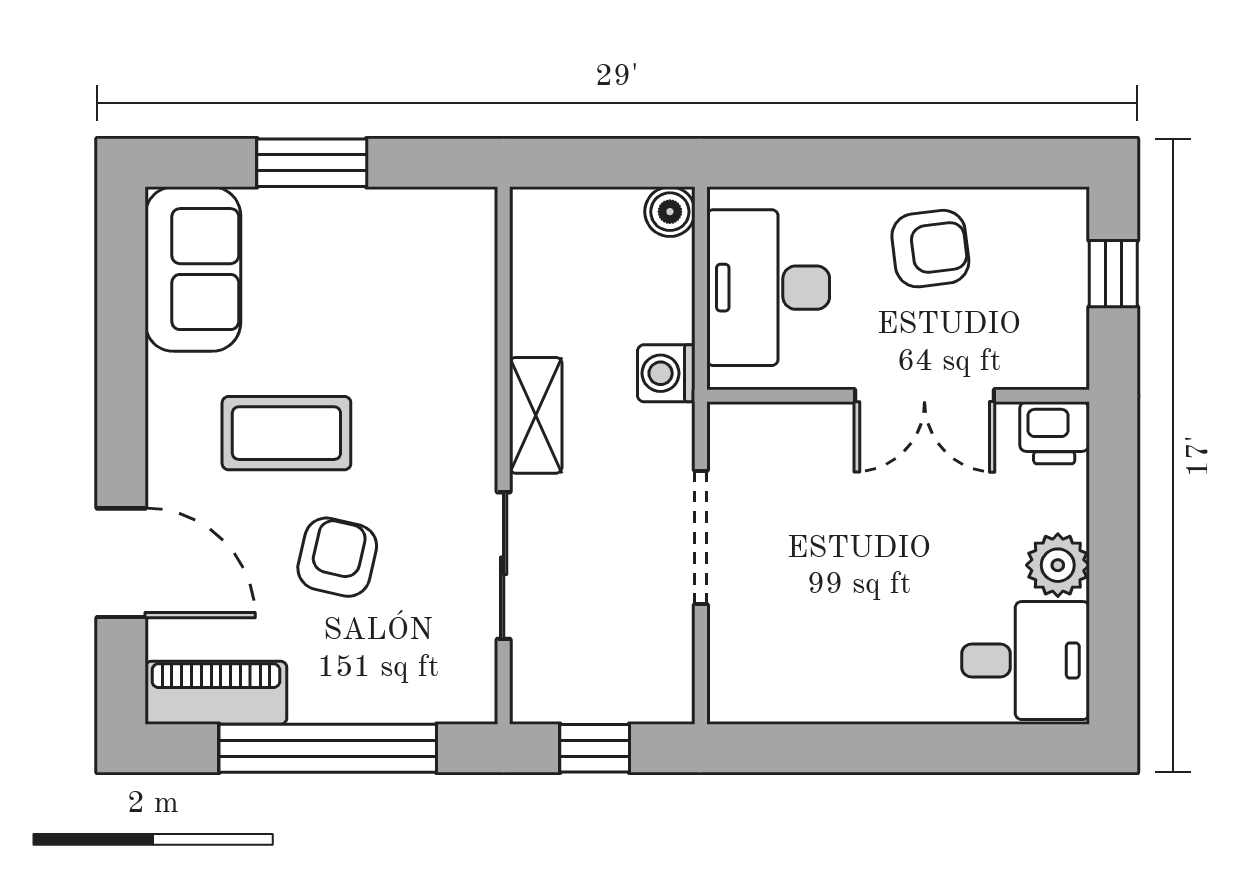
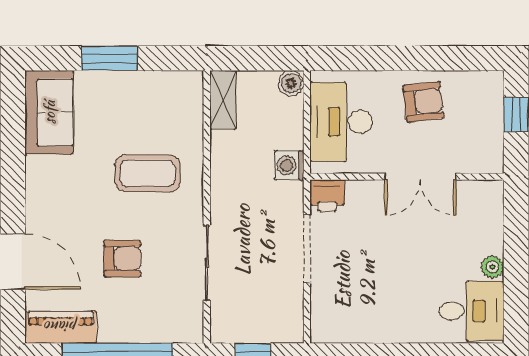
shelving: (536, 415) -> (223, 100), moved
coffee table: (286, 433) -> (148, 173), moved
printer: (1054, 433) -> (327, 195), moved
armchair: (337, 557) -> (122, 259), turned 77
plant: (1058, 565) -> (492, 267), width x0.73, depth x0.73

